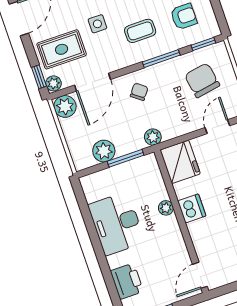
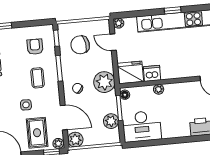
plant: (153, 137) -> (104, 82), width x1.87, depth x1.87
floor lamp: (146, 162) -> (125, 95), added
dishwasher: (192, 208) -> (152, 73), moved
desk: (116, 224) -> (142, 126), moved

